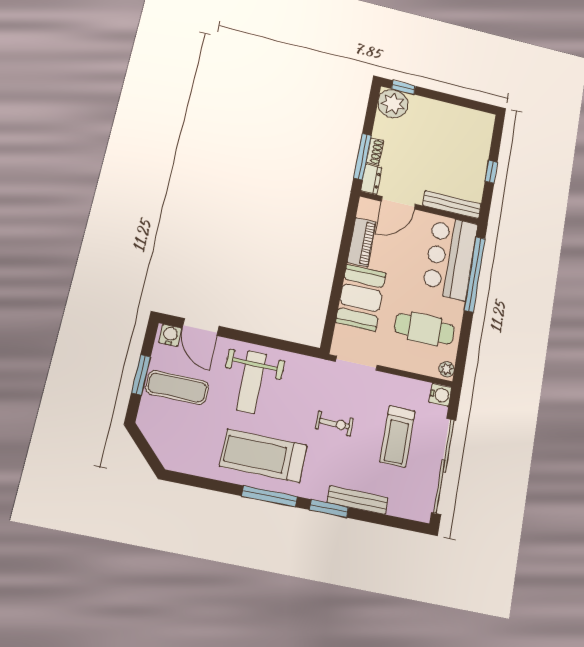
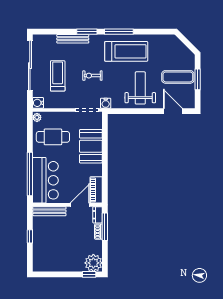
piano: (362, 242) -> (96, 190), moved
water cooler: (170, 335) -> (106, 103), moved

